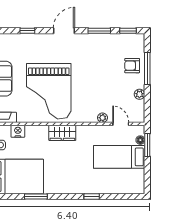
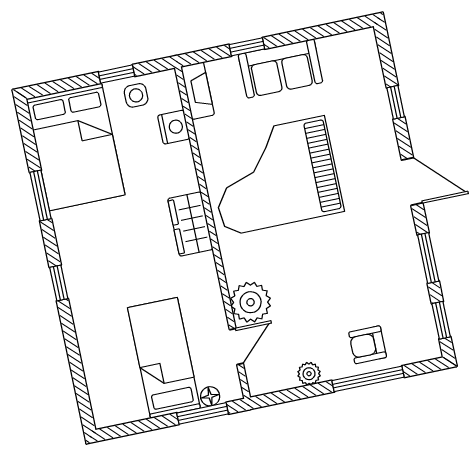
armchair: (132, 66) -> (368, 345), turned -90
plant: (102, 118) -> (251, 302), width x1.88, depth x1.88
window: (92, 197) -> (59, 283), moved

